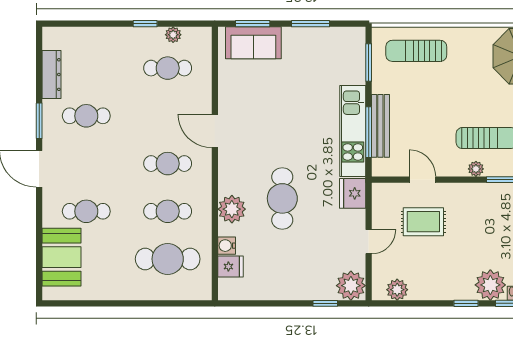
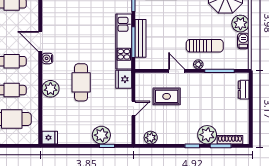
door: (422, 180) -> (177, 71), moved
water cooler: (227, 246) -> (47, 58), moved
fridge: (230, 267) -> (50, 138), moved
plant: (351, 286) -> (101, 135), moved

